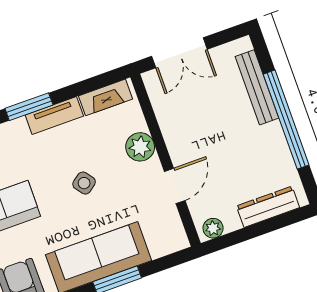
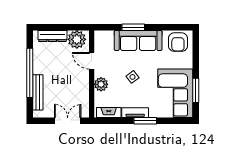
door: (175, 186) -> (92, 61), hinge flipped
plant: (213, 228) -> (77, 39), width x1.88, depth x1.88

